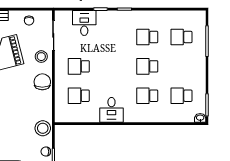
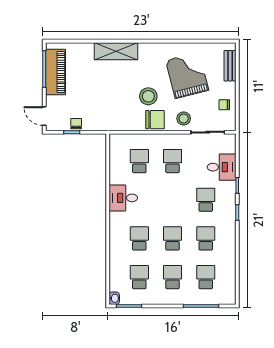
school desk: (113, 37) -> (206, 200), added
school desk: (181, 66) -> (173, 277), added
stool: (43, 128) -> (148, 96), moved

